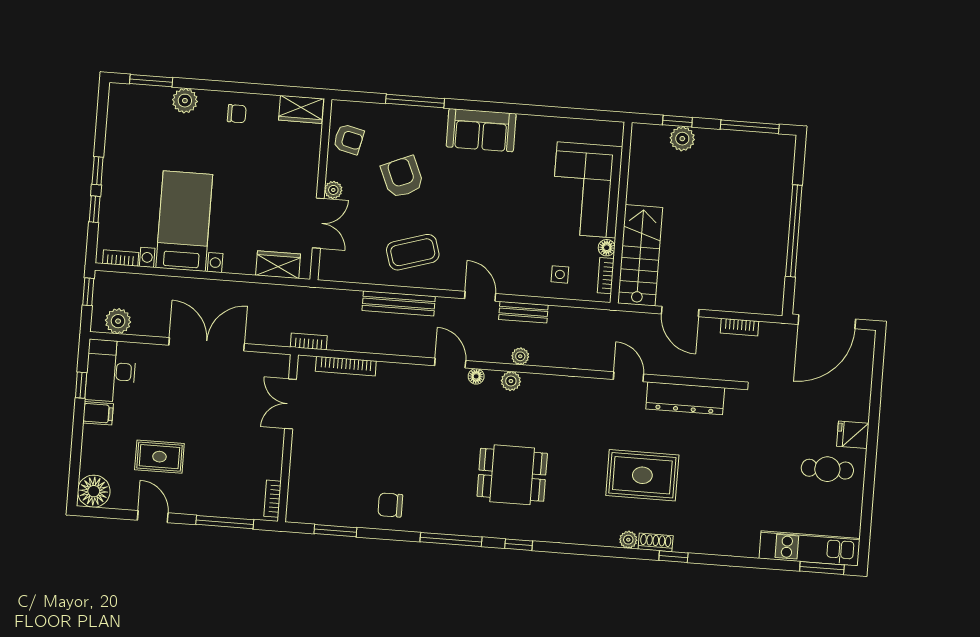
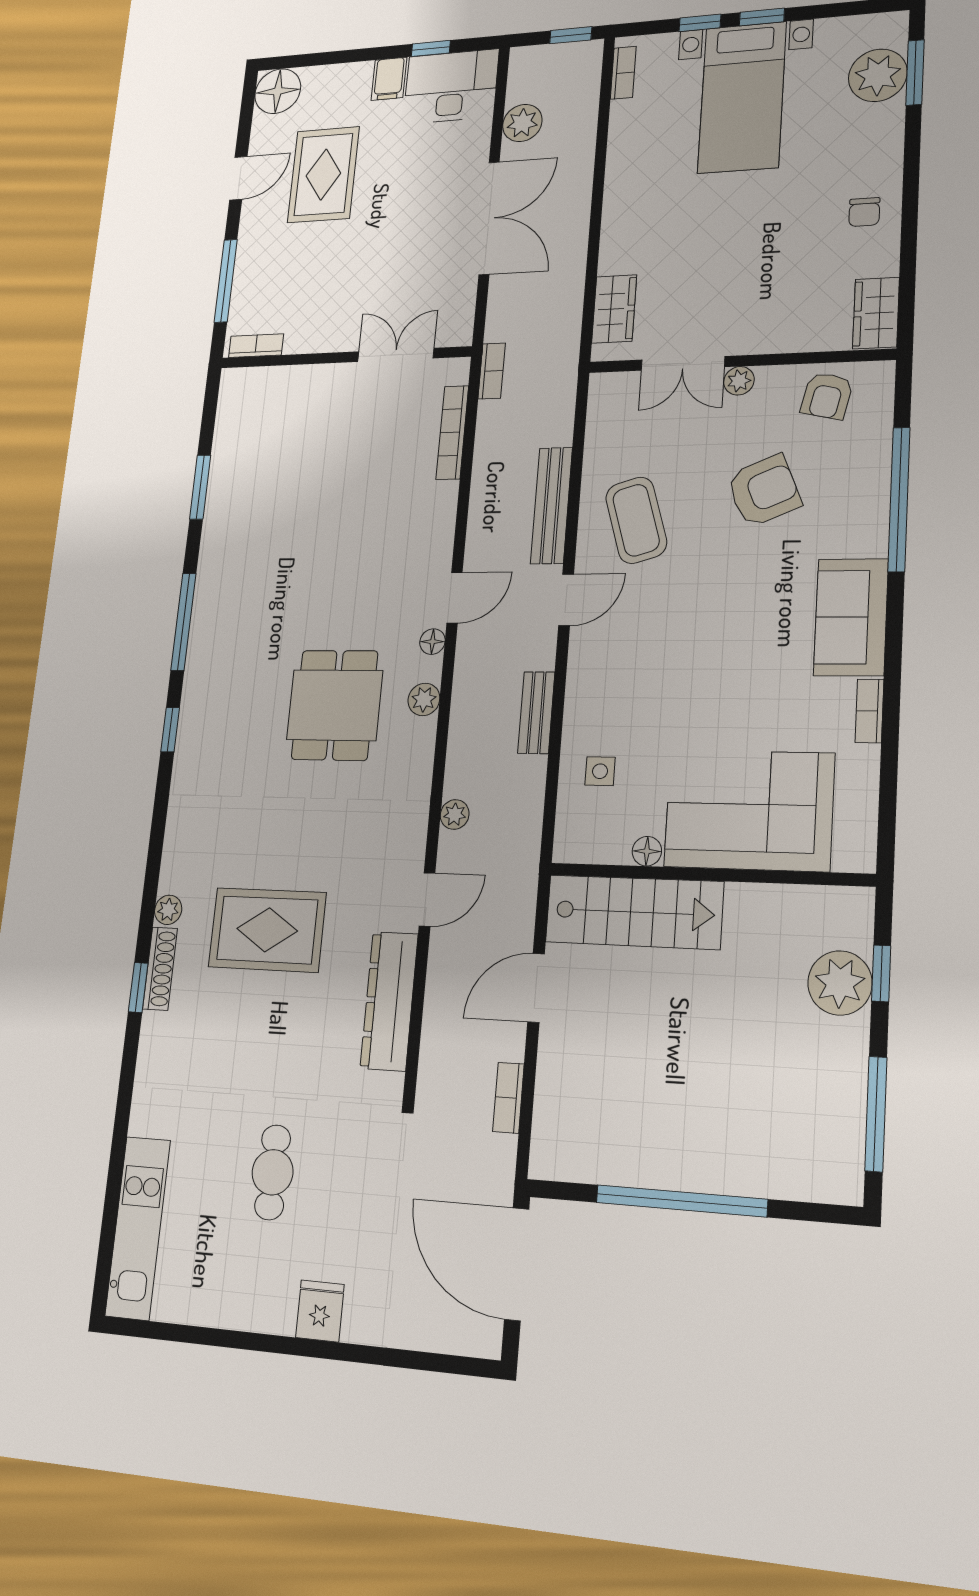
plant: (185, 101) -> (878, 75), moved, width x1.36, depth x1.36
window: (415, 101) -> (899, 499), width x1.46
plant: (682, 139) -> (840, 983), width x1.36, depth x1.36
bed with nightstands: (184, 221) -> (742, 97), moved, turned 90
bookcase: (606, 276) -> (869, 711), moved, turned -90
door: (480, 296) -> (566, 600), moved
plant: (118, 321) -> (522, 123), moved
plant: (520, 356) -> (455, 815), moved
rug: (159, 457) -> (323, 175), width x1.36, depth x1.43
cafe table: (827, 469) -> (273, 1172), moved
dining table: (512, 475) -> (335, 705), moved
rug: (642, 475) -> (267, 930), turned 90
chair: (390, 505) -> (239, 523), removed
window: (335, 531) -> (200, 487), moved
shoe rack: (656, 542) -> (160, 969), width x1.43
window: (822, 568) -> (106, 1250), removed

